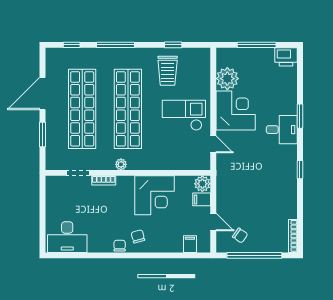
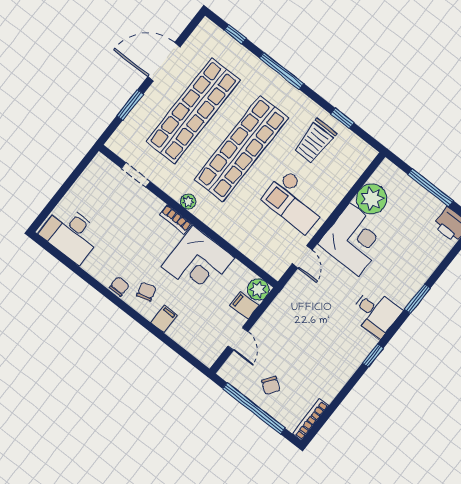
checkout: (184, 115) -> (295, 202), turned 180
desk: (282, 130) -> (376, 313), moved
bookcase: (104, 180) -> (176, 219), moved
chair: (240, 235) -> (271, 386), moved
filing cabinet: (190, 244) -> (164, 319), moved

